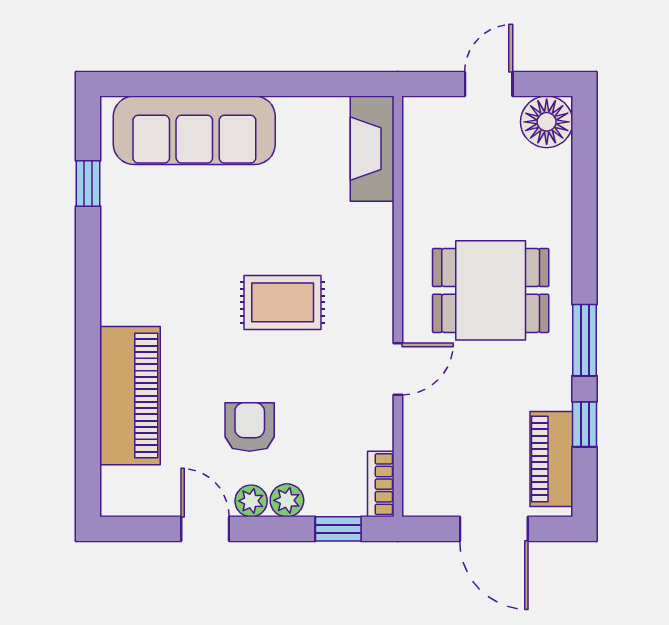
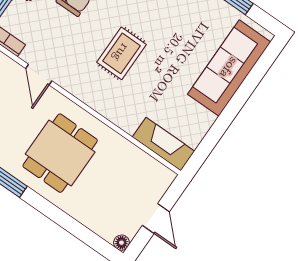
floor lamp: (547, 122) -> (121, 243), width x0.53, depth x0.53
door: (398, 369) -> (39, 75), moved

